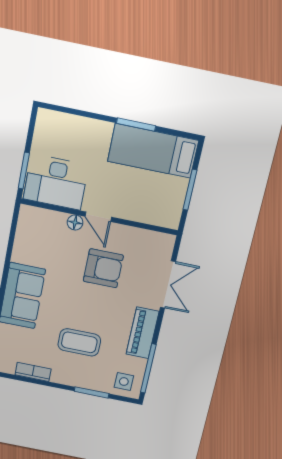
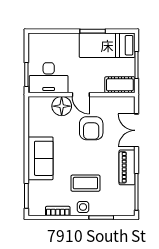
cot: (159, 214) -> (120, 85), added
floor lamp: (75, 222) -> (62, 106), width x1.89, depth x1.89
armchair: (103, 268) -> (91, 128), turned 90
double door: (168, 285) -> (137, 130), swing flipped
side table: (124, 382) -> (83, 207), moved

